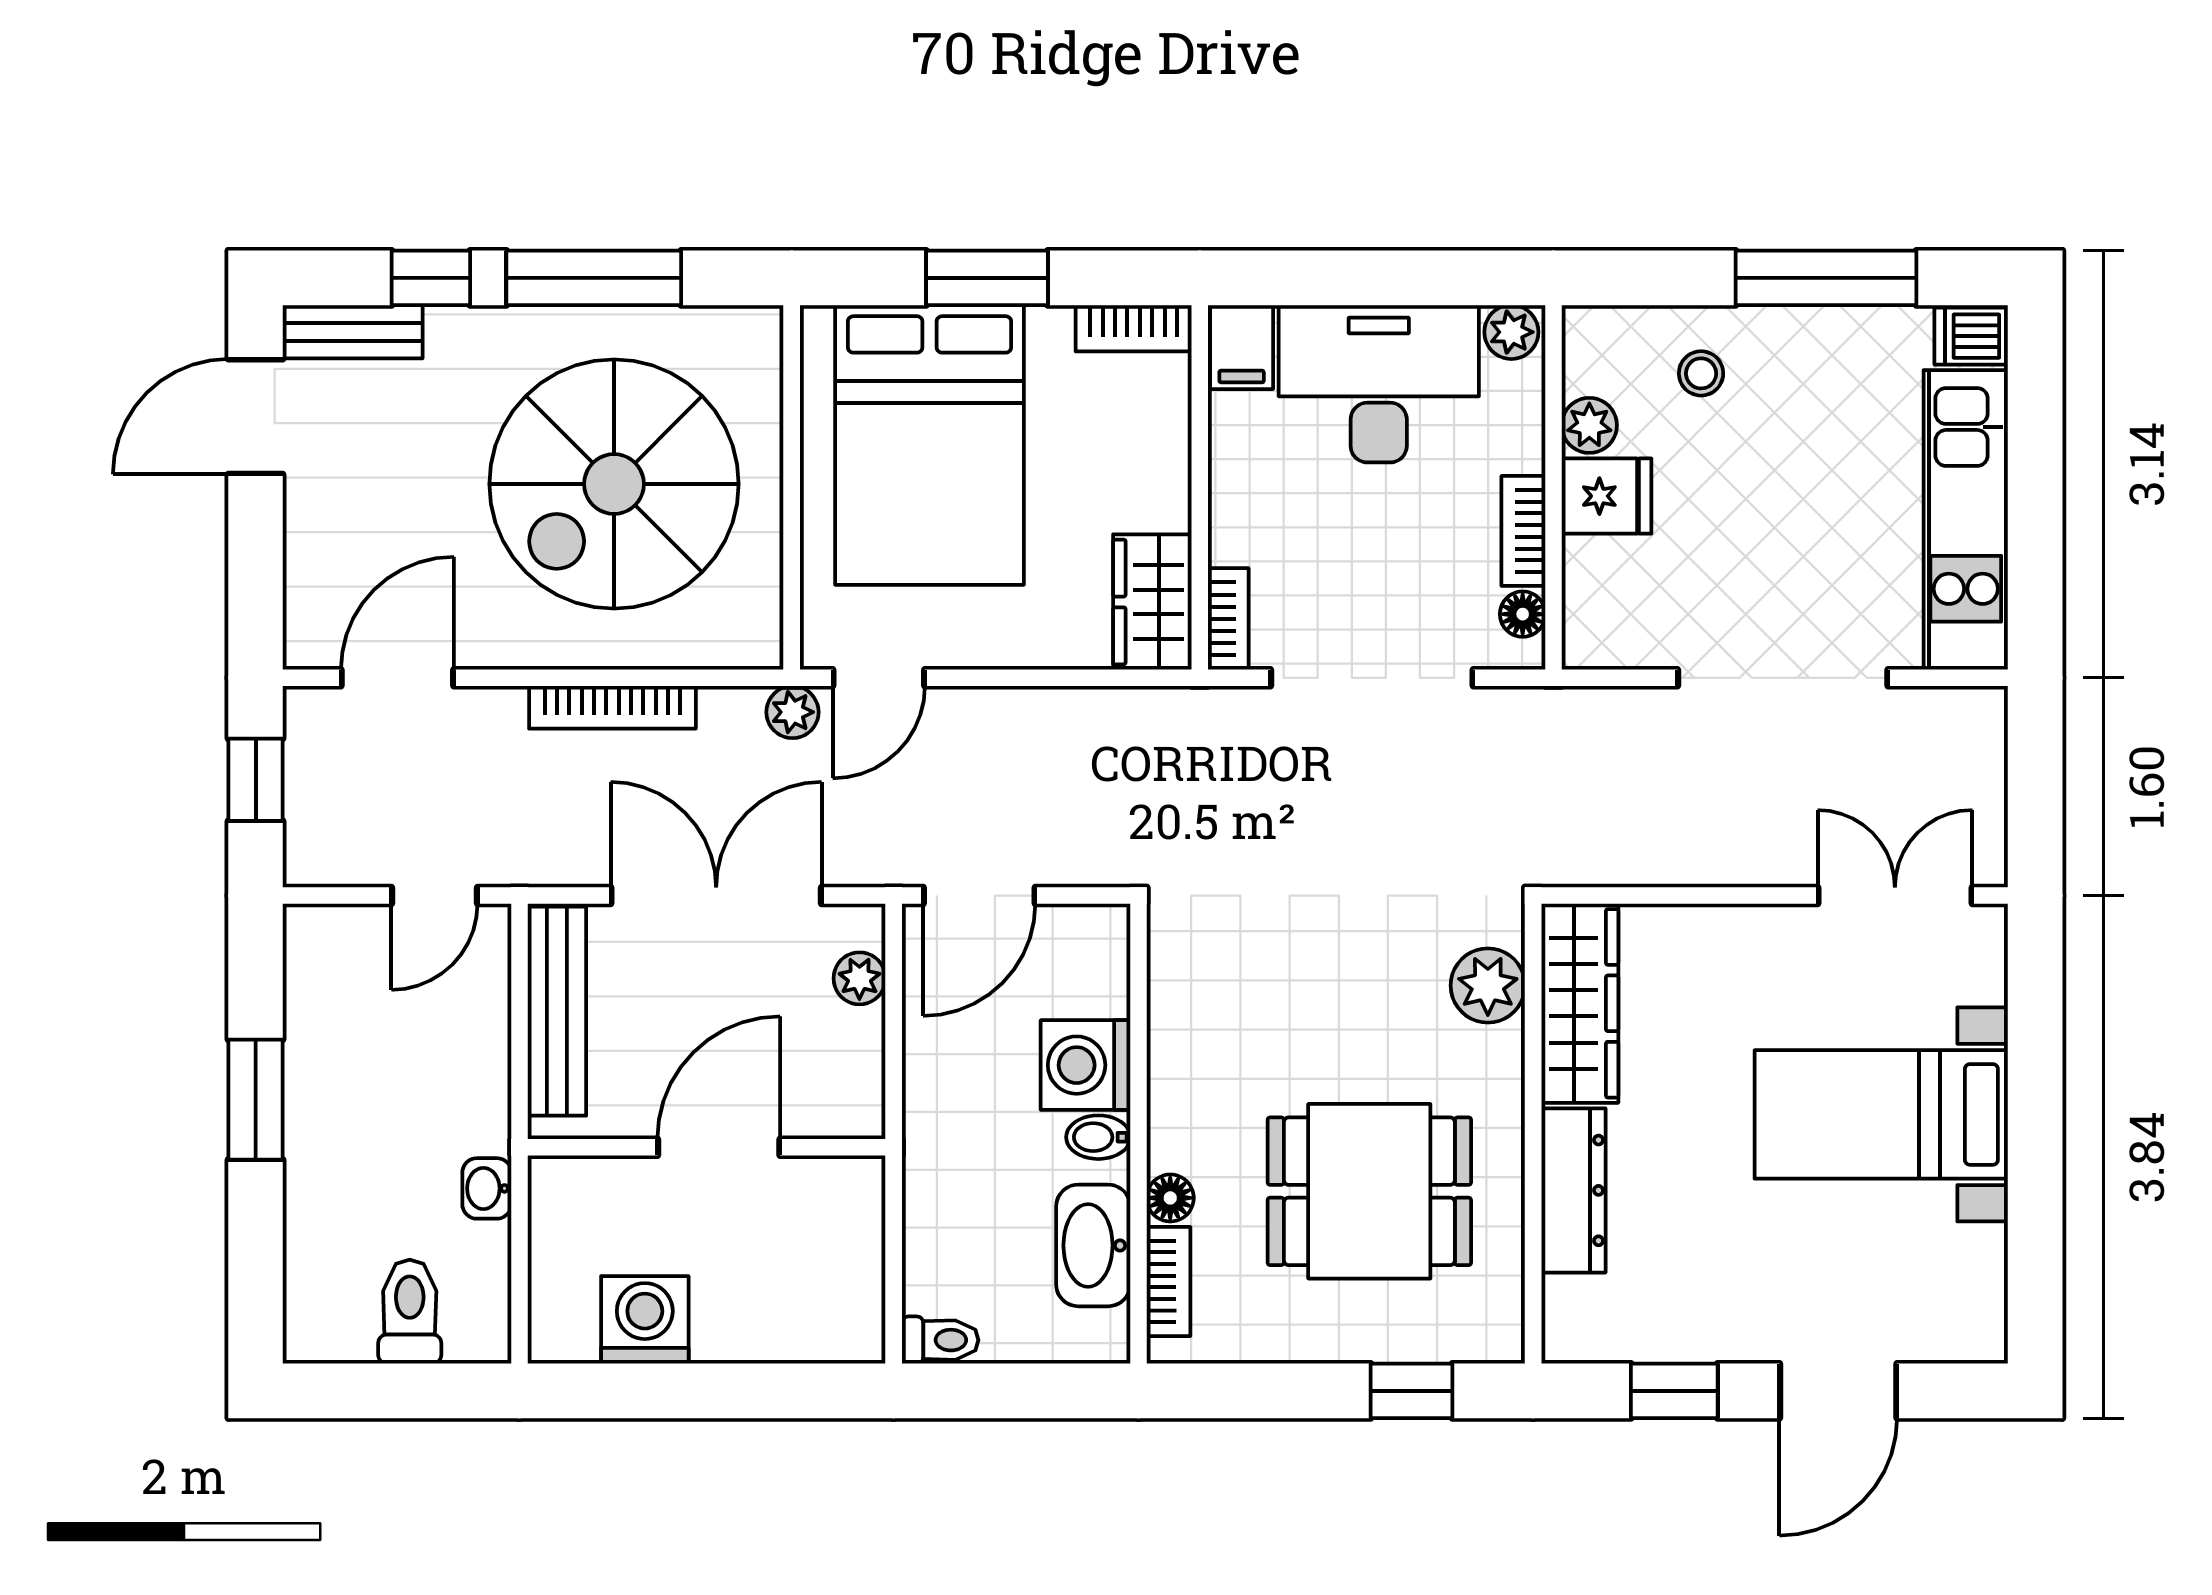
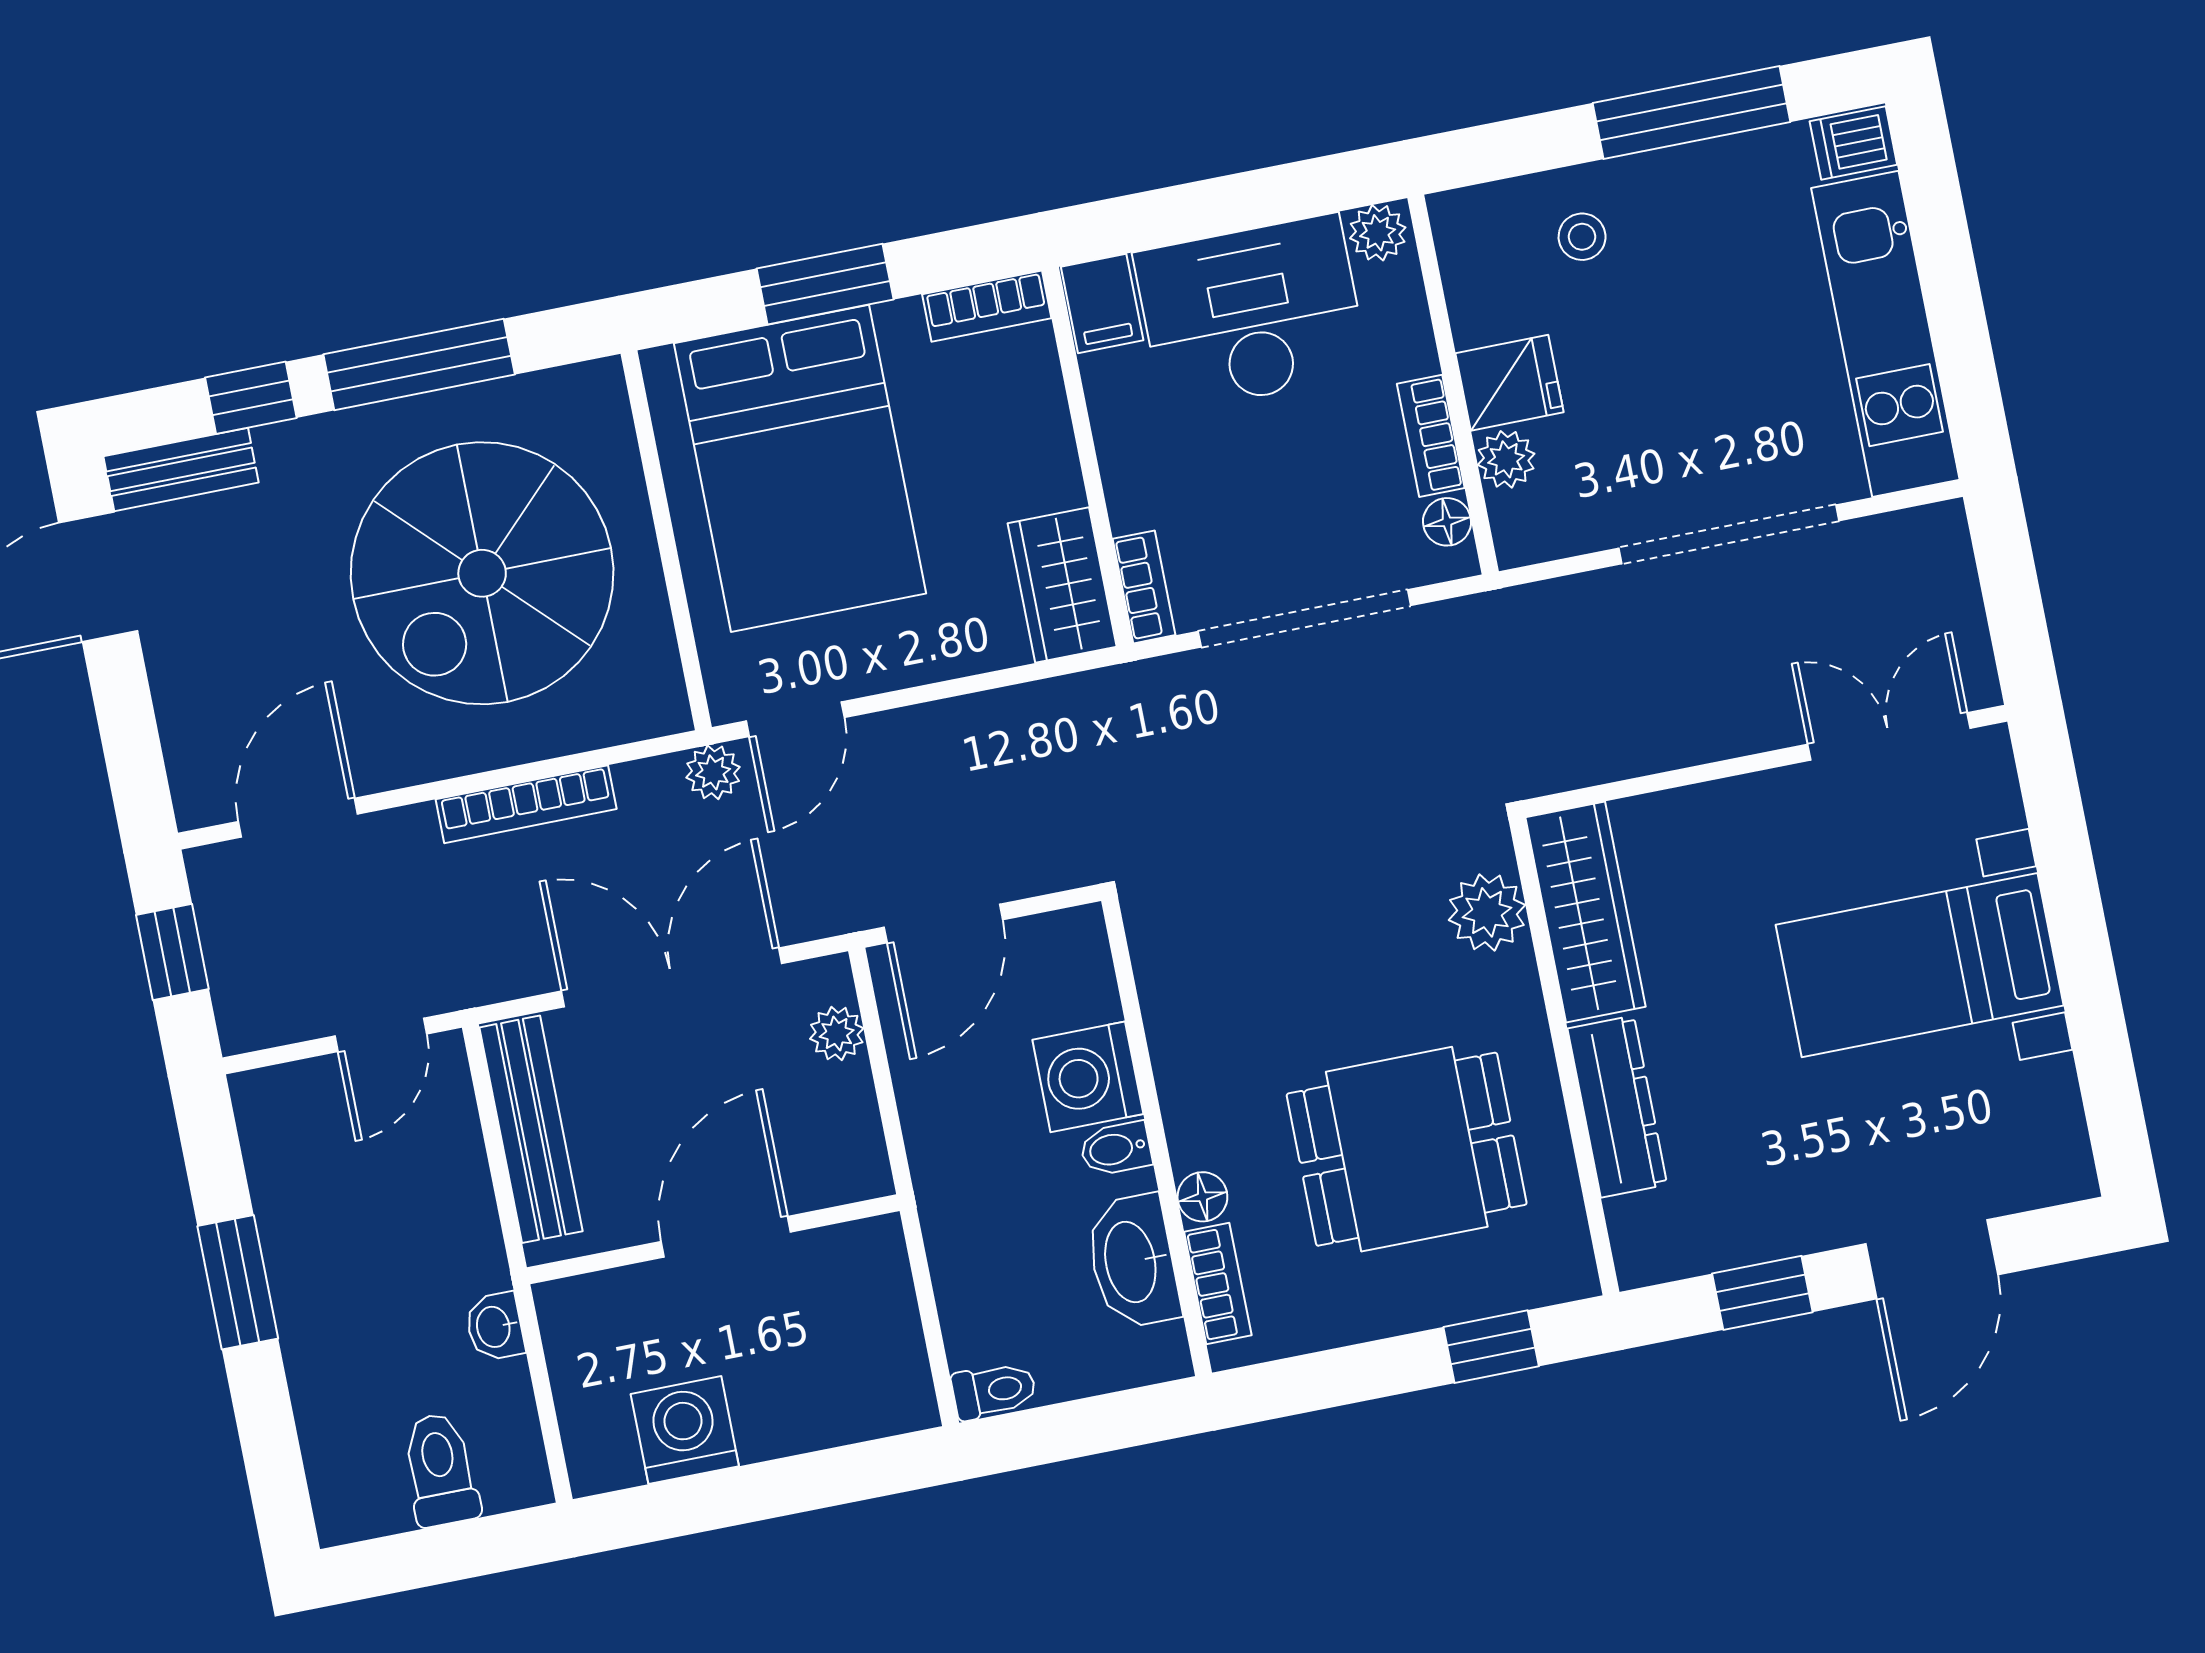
plant: (1589, 425) -> (1506, 459), moved

